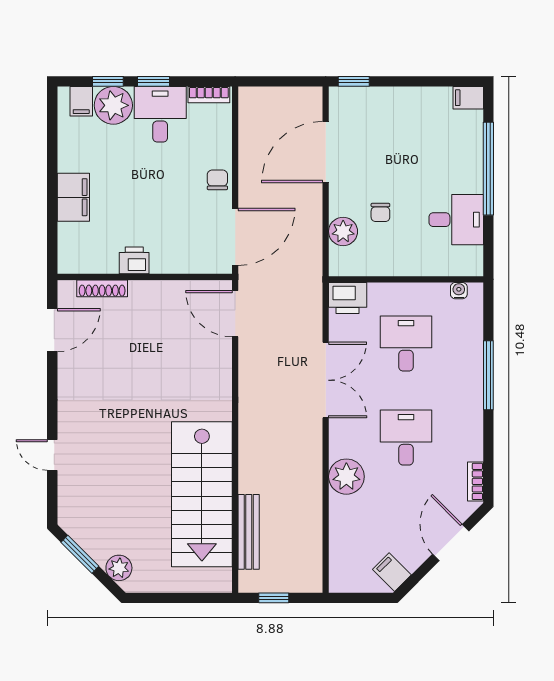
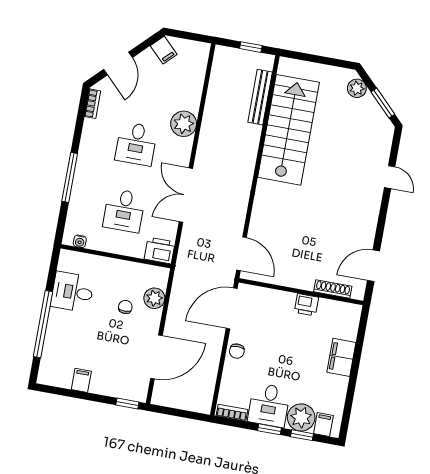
filing cabinet: (468, 98) -> (81, 380), moved, turned -90

